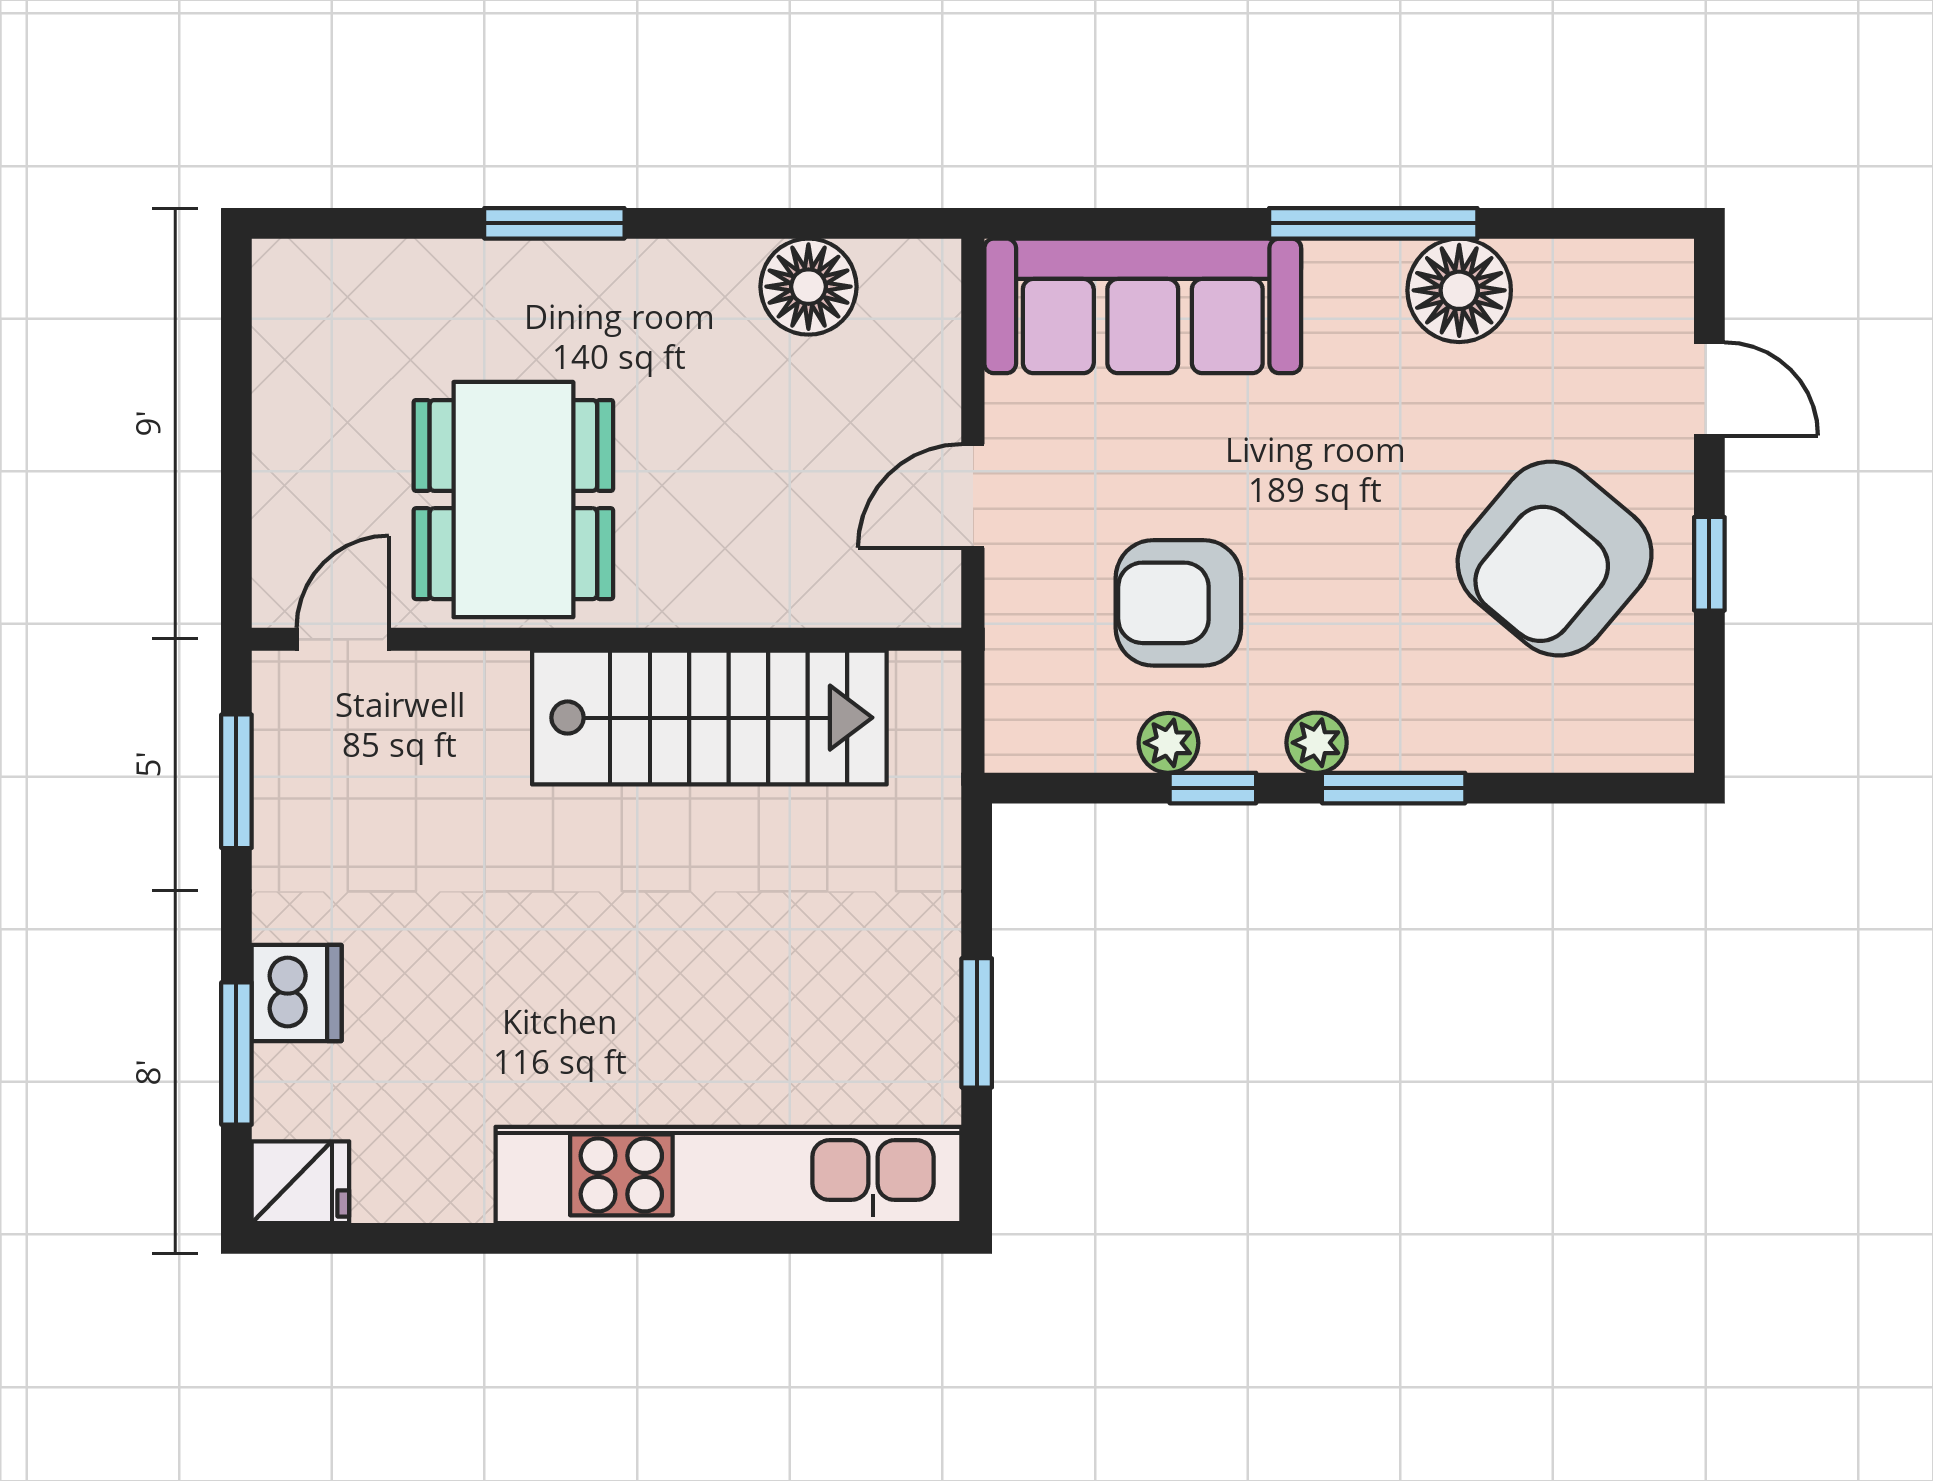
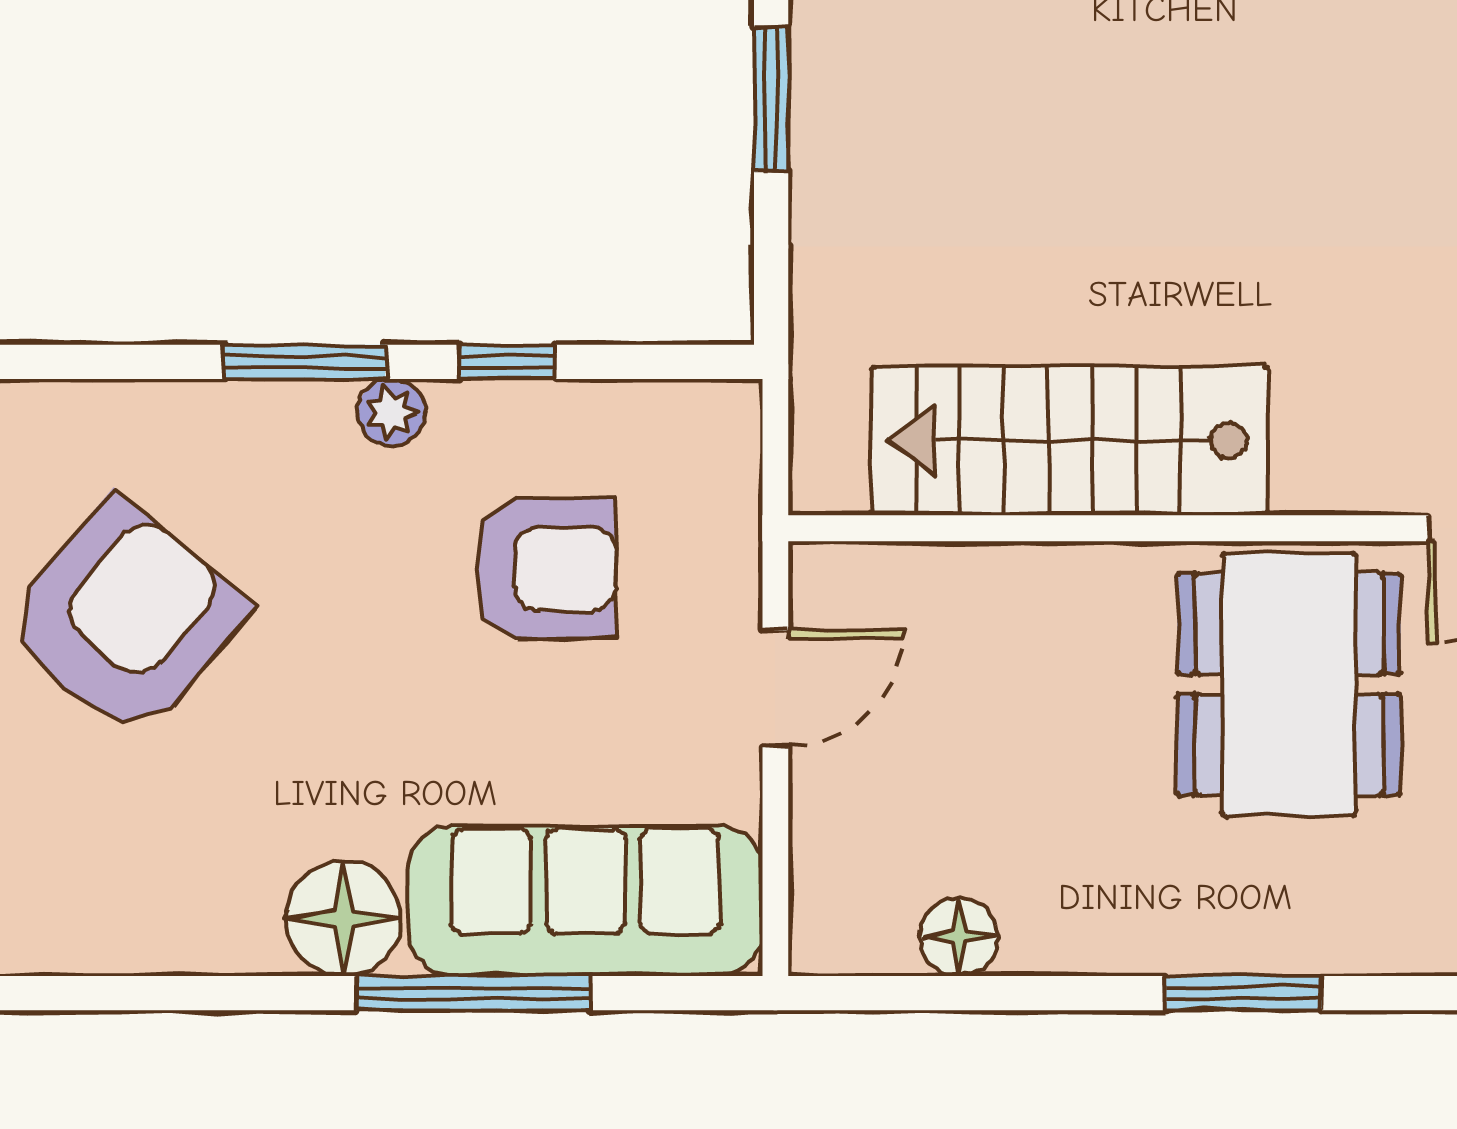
window: (1373, 223) -> (473, 993), moved
floor lamp: (808, 287) -> (959, 937), width x0.73, depth x0.73
floor lamp: (1459, 290) -> (344, 918), moved
plant: (1168, 743) -> (557, 412), removed

